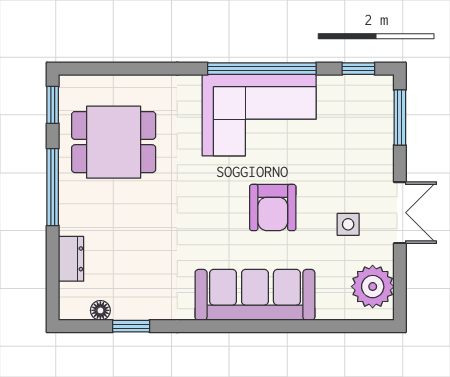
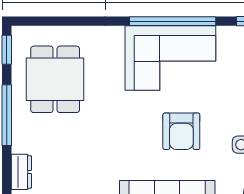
dining table: (114, 142) -> (55, 79), turned 90

